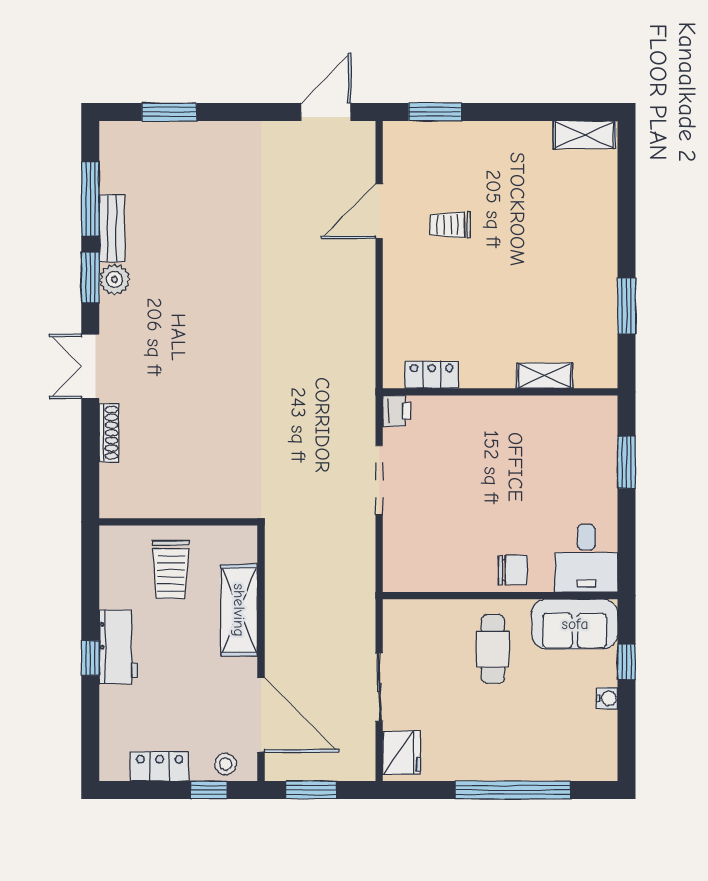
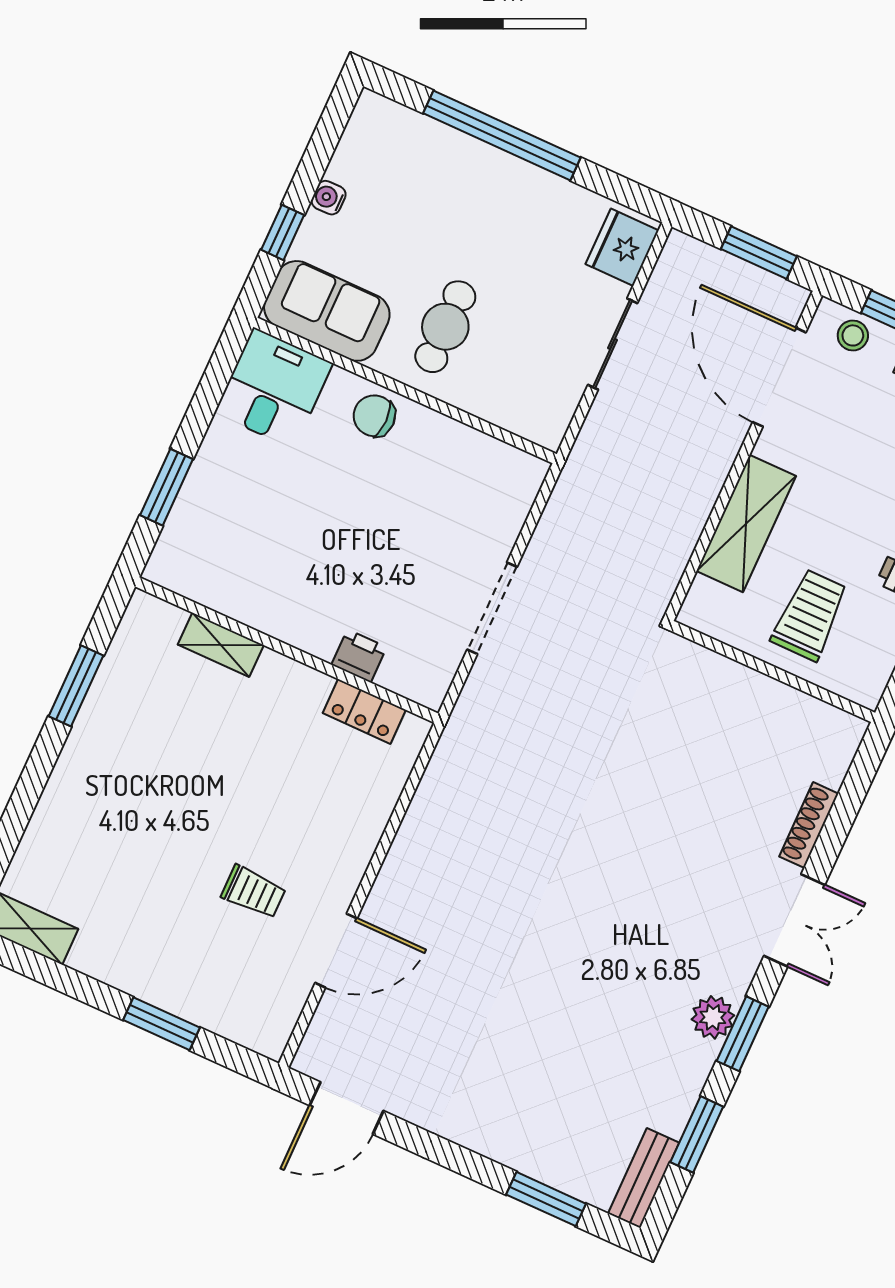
window: (435, 112) -> (161, 1024), moved
window: (90, 199) -> (697, 1134), width x0.69
bench: (112, 228) -> (644, 1178), moved
printer: (397, 411) -> (359, 656), moved, turned 90

